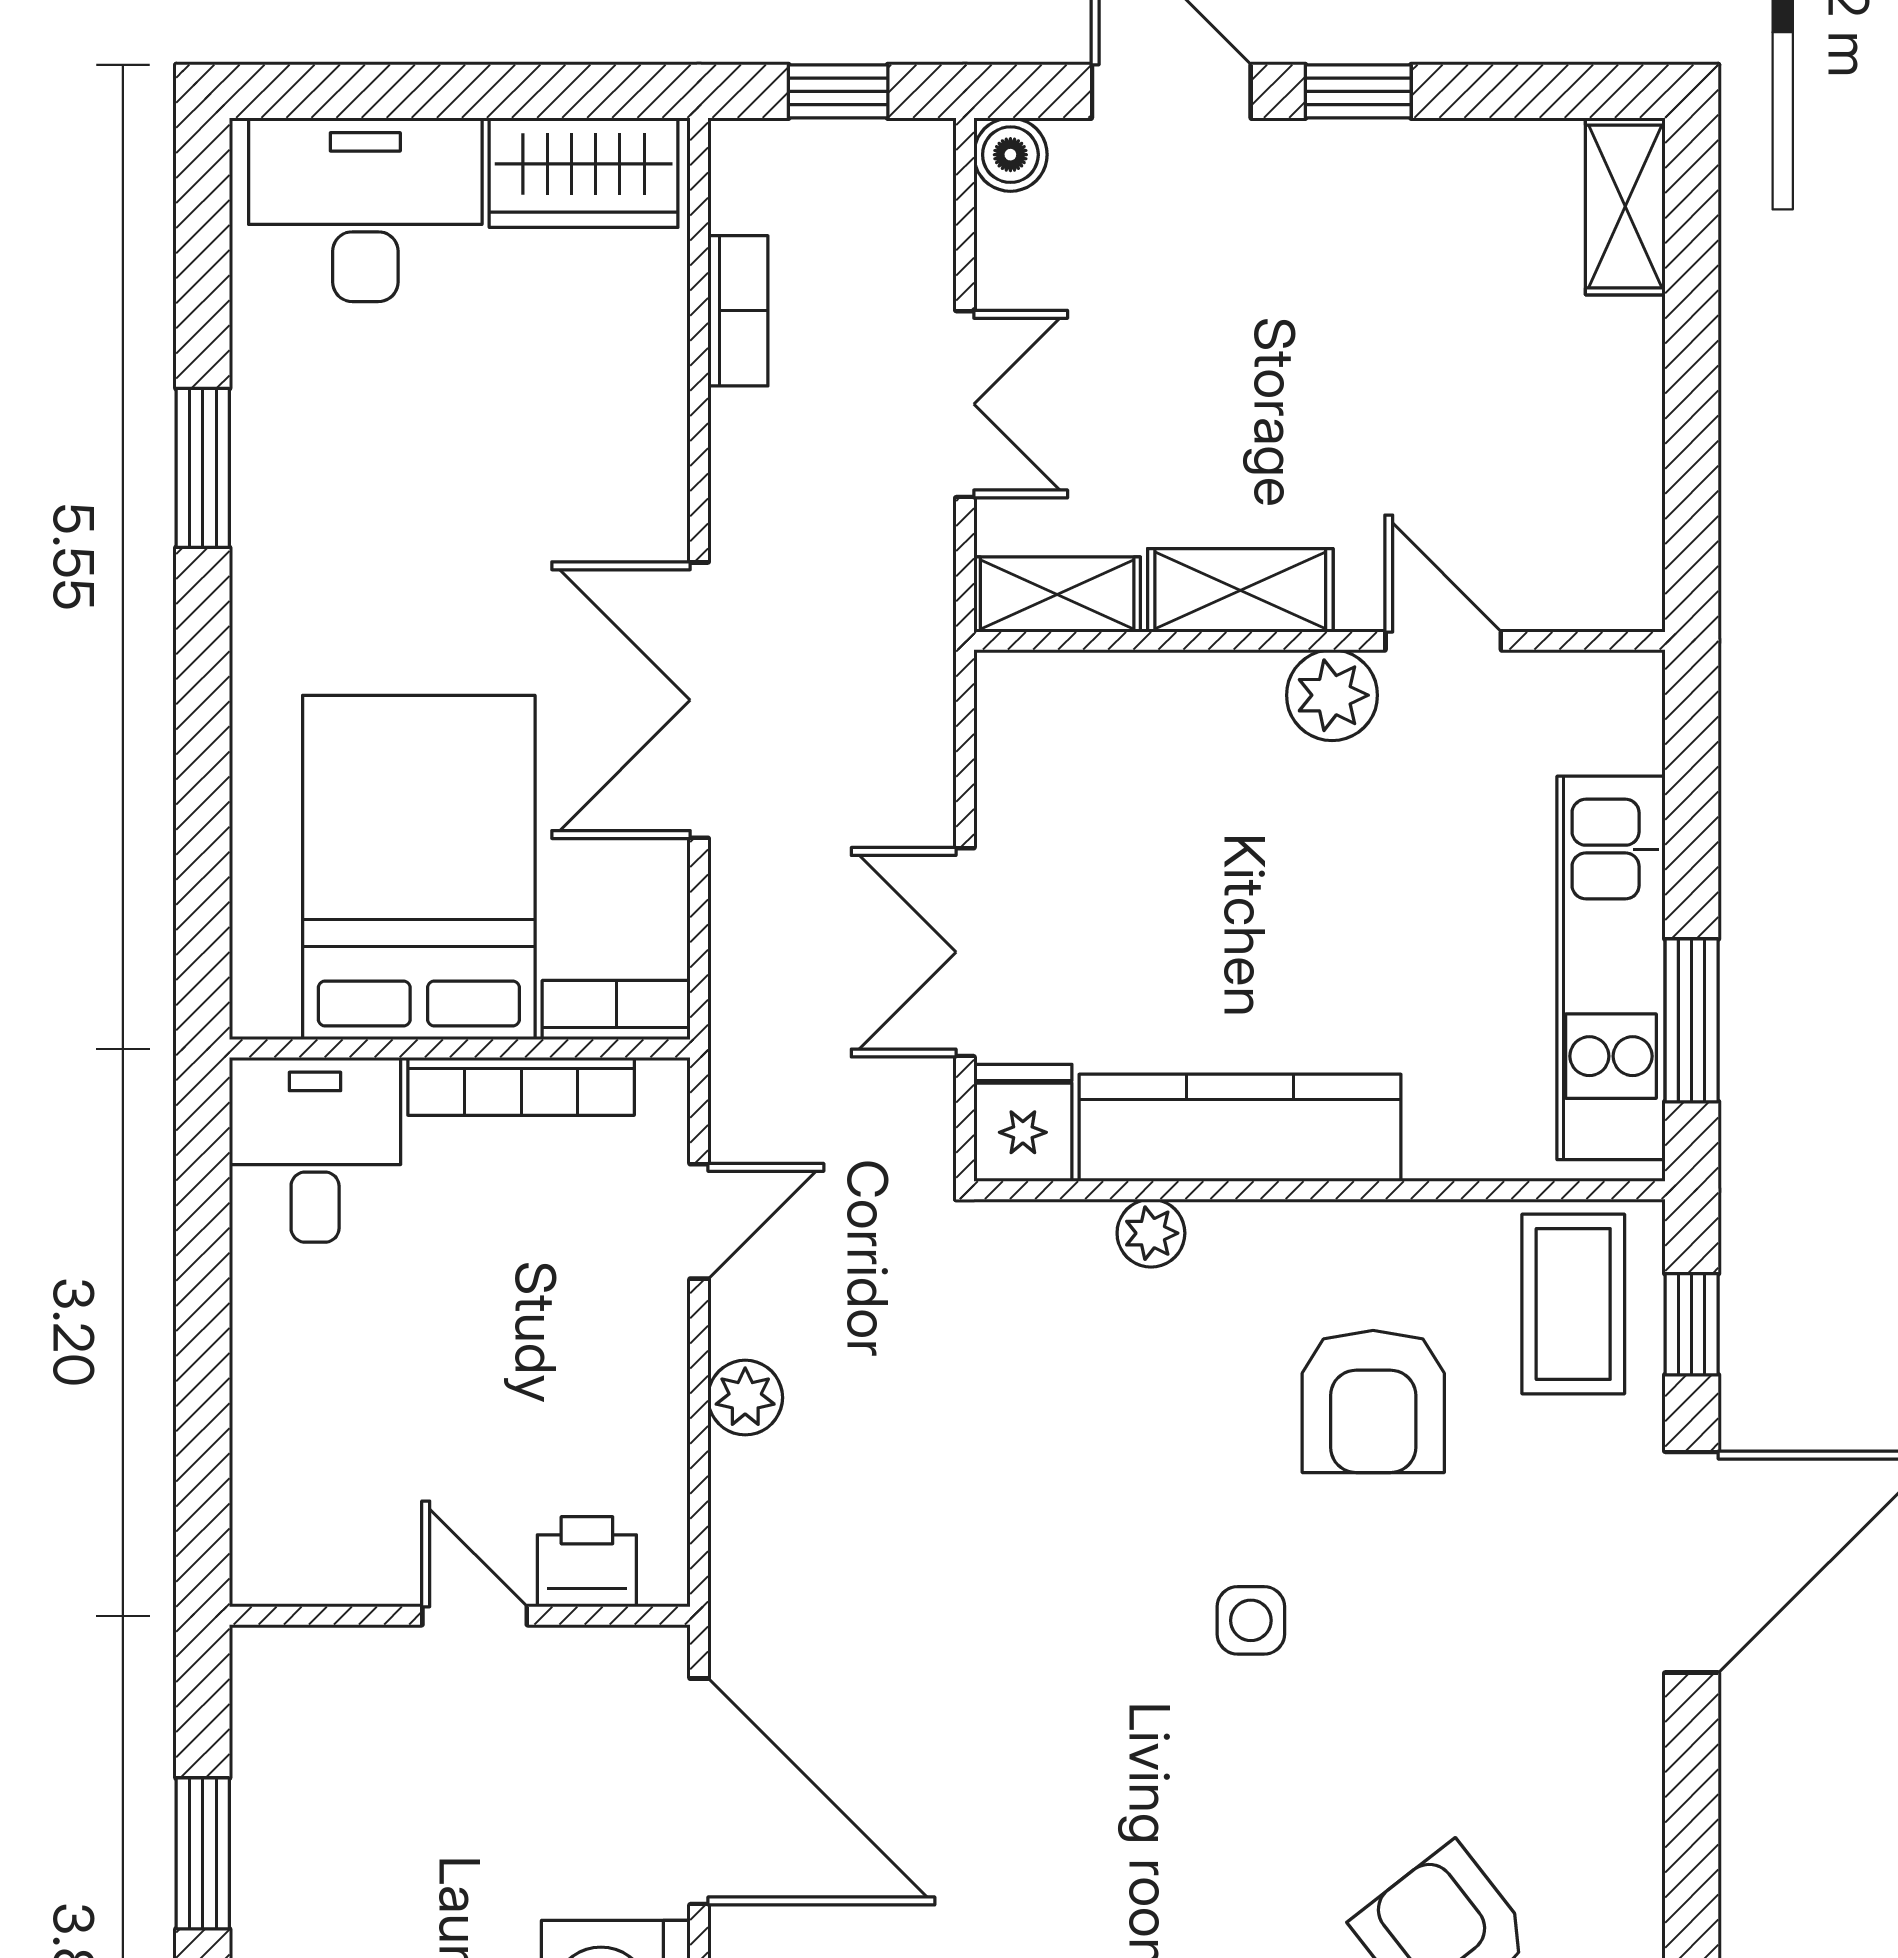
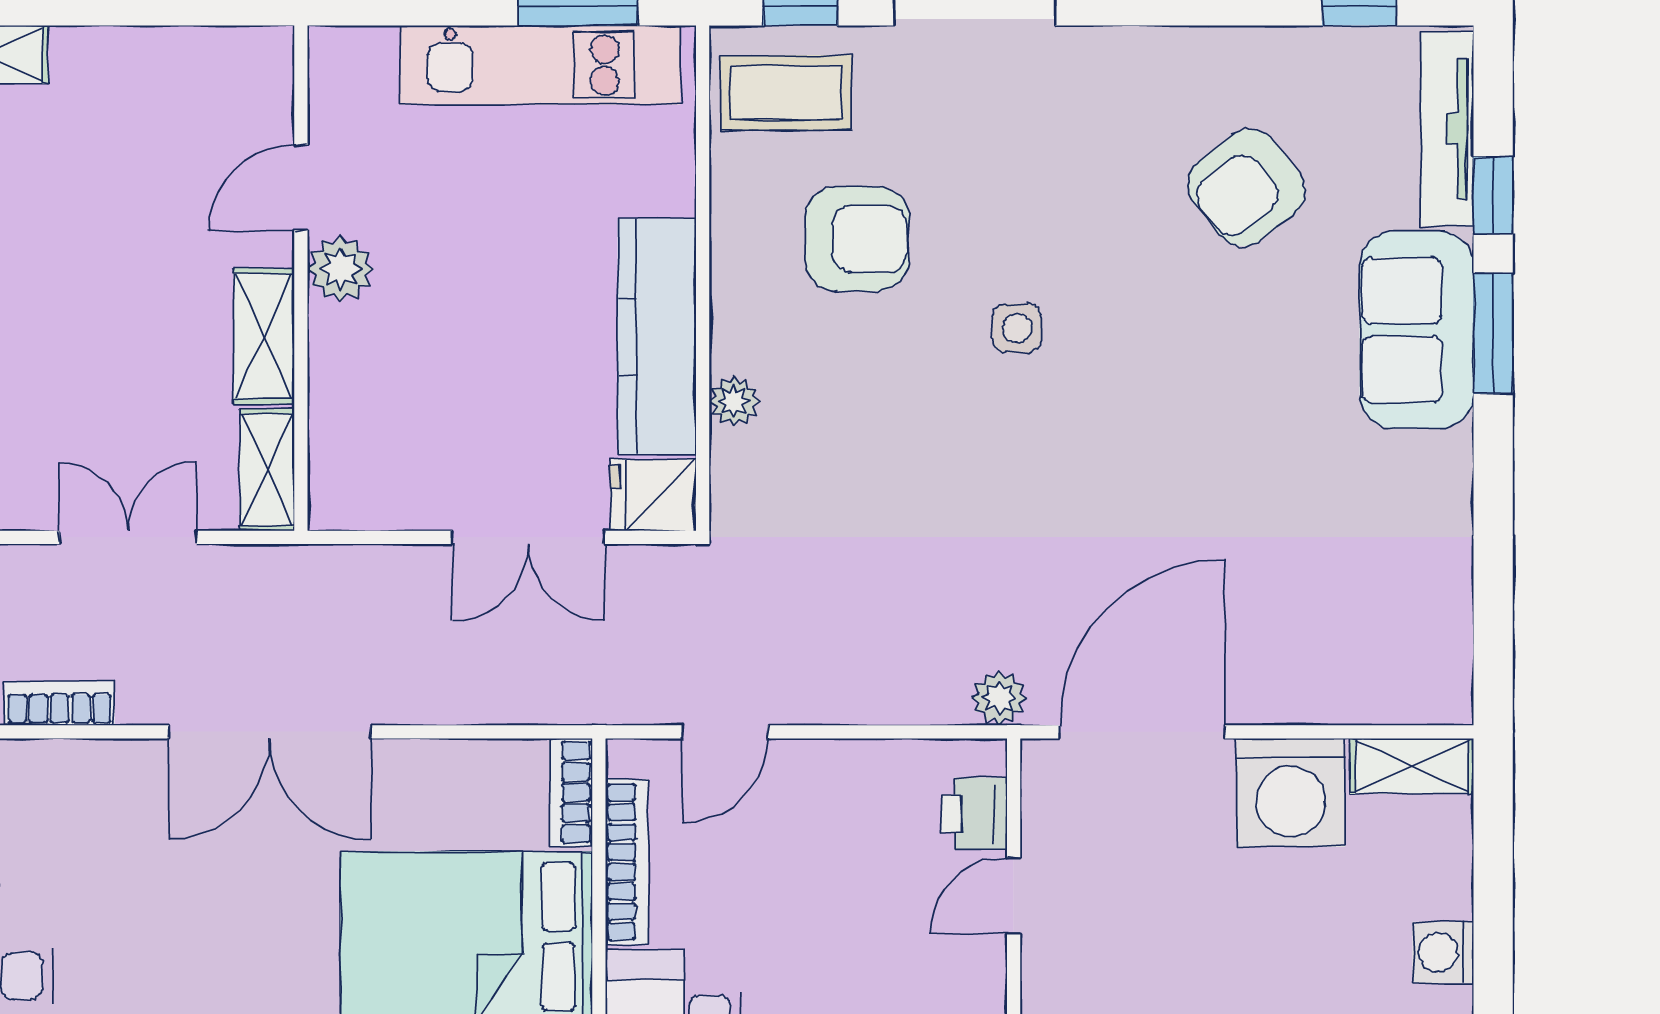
double door: (699, 700) -> (270, 732), moved
door: (699, 1221) -> (725, 732), swing flipped
plant: (745, 1398) -> (999, 698), moved

